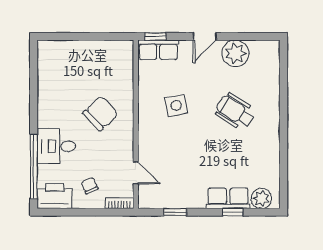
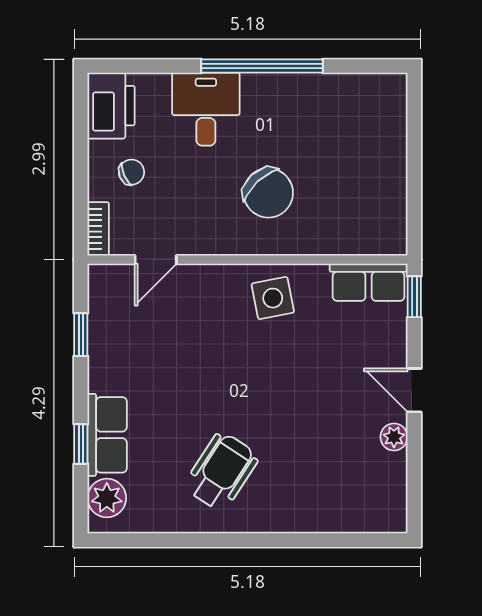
row of seats: (158, 50) -> (369, 282), moved, turned -90
plant: (235, 53) -> (394, 437), width x0.53, depth x0.53
side table: (176, 105) -> (273, 298), moved
wheelchair: (235, 112) -> (221, 471), moved
window: (34, 167) -> (262, 66), moved

